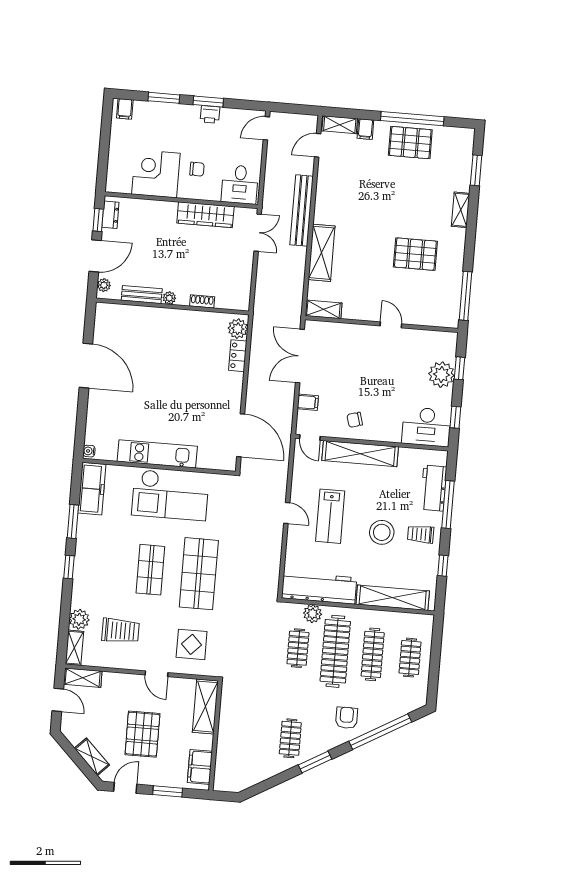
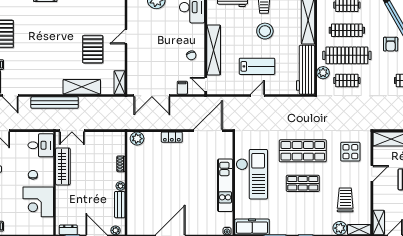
double door: (258, 233) -> (72, 131), swing flipped
pallet: (415, 254) -> (93, 49), moved
locker: (238, 356) -> (172, 137), moved
door: (310, 437) -> (206, 84), swing flipped
armchair: (347, 718) -> (391, 44), turned -90

